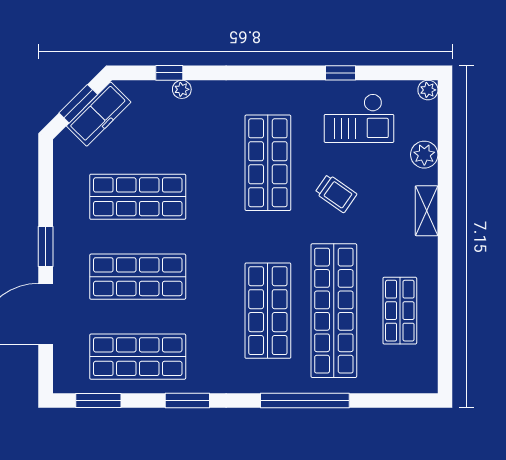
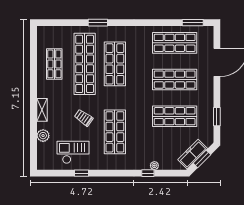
window: (169, 73) -> (148, 173), moved
plant: (428, 90) -> (41, 165), removed
window: (46, 247) -> (217, 117), moved
window: (187, 401) -> (152, 23), removed
window: (305, 401) -> (98, 23), width x0.47

